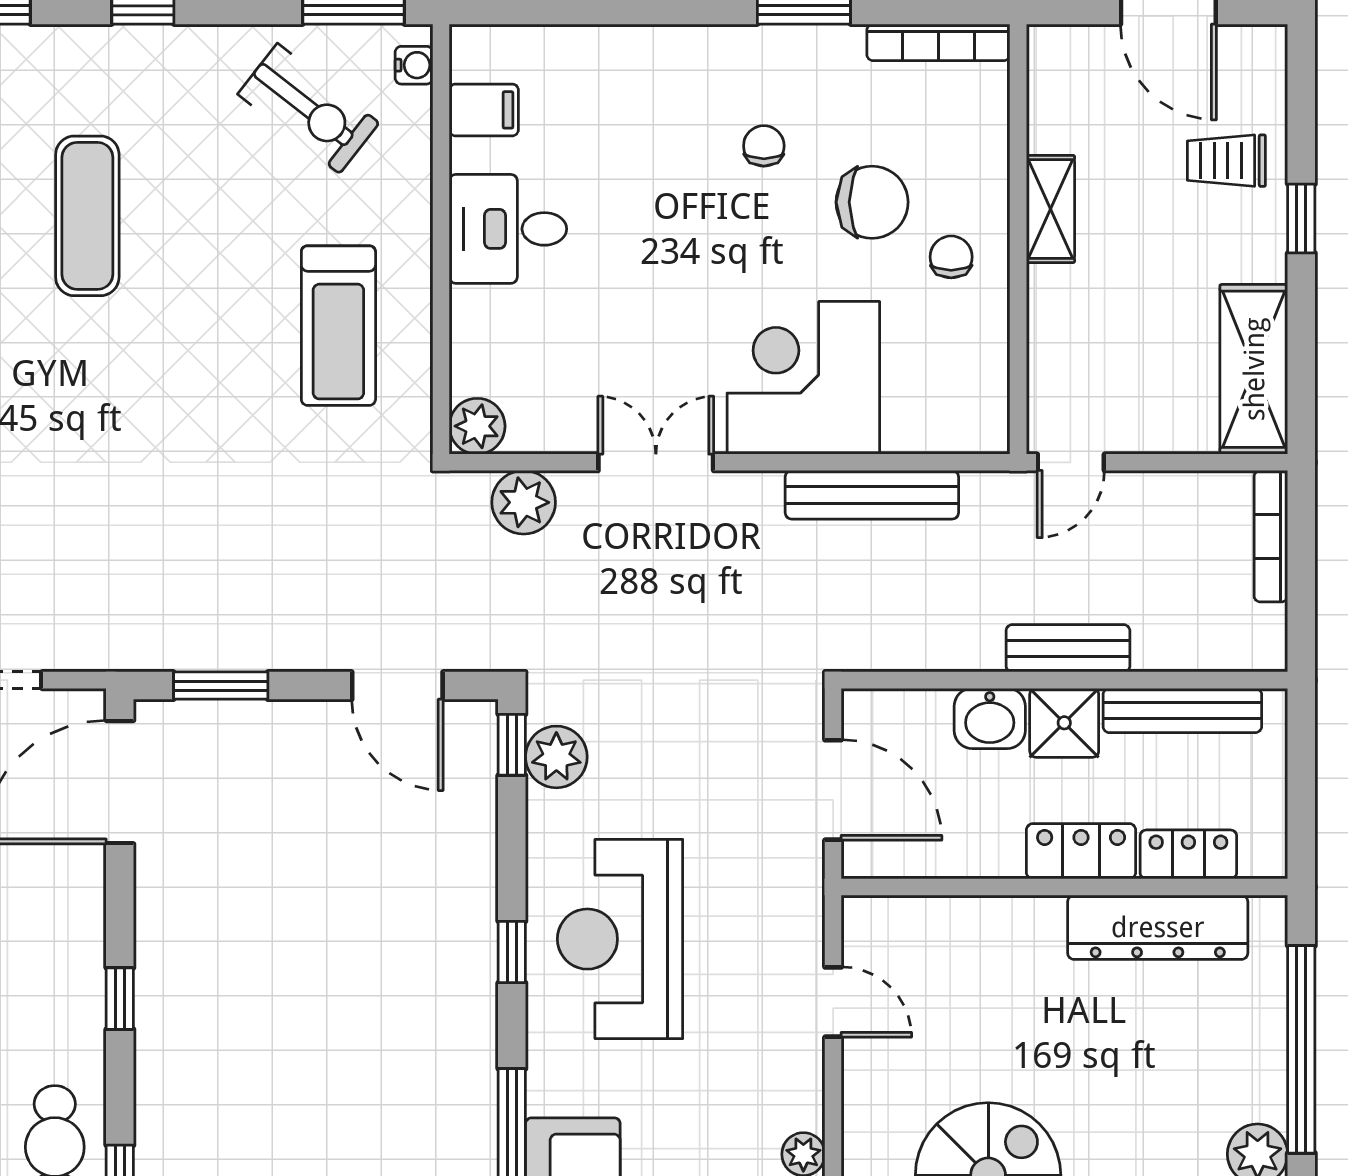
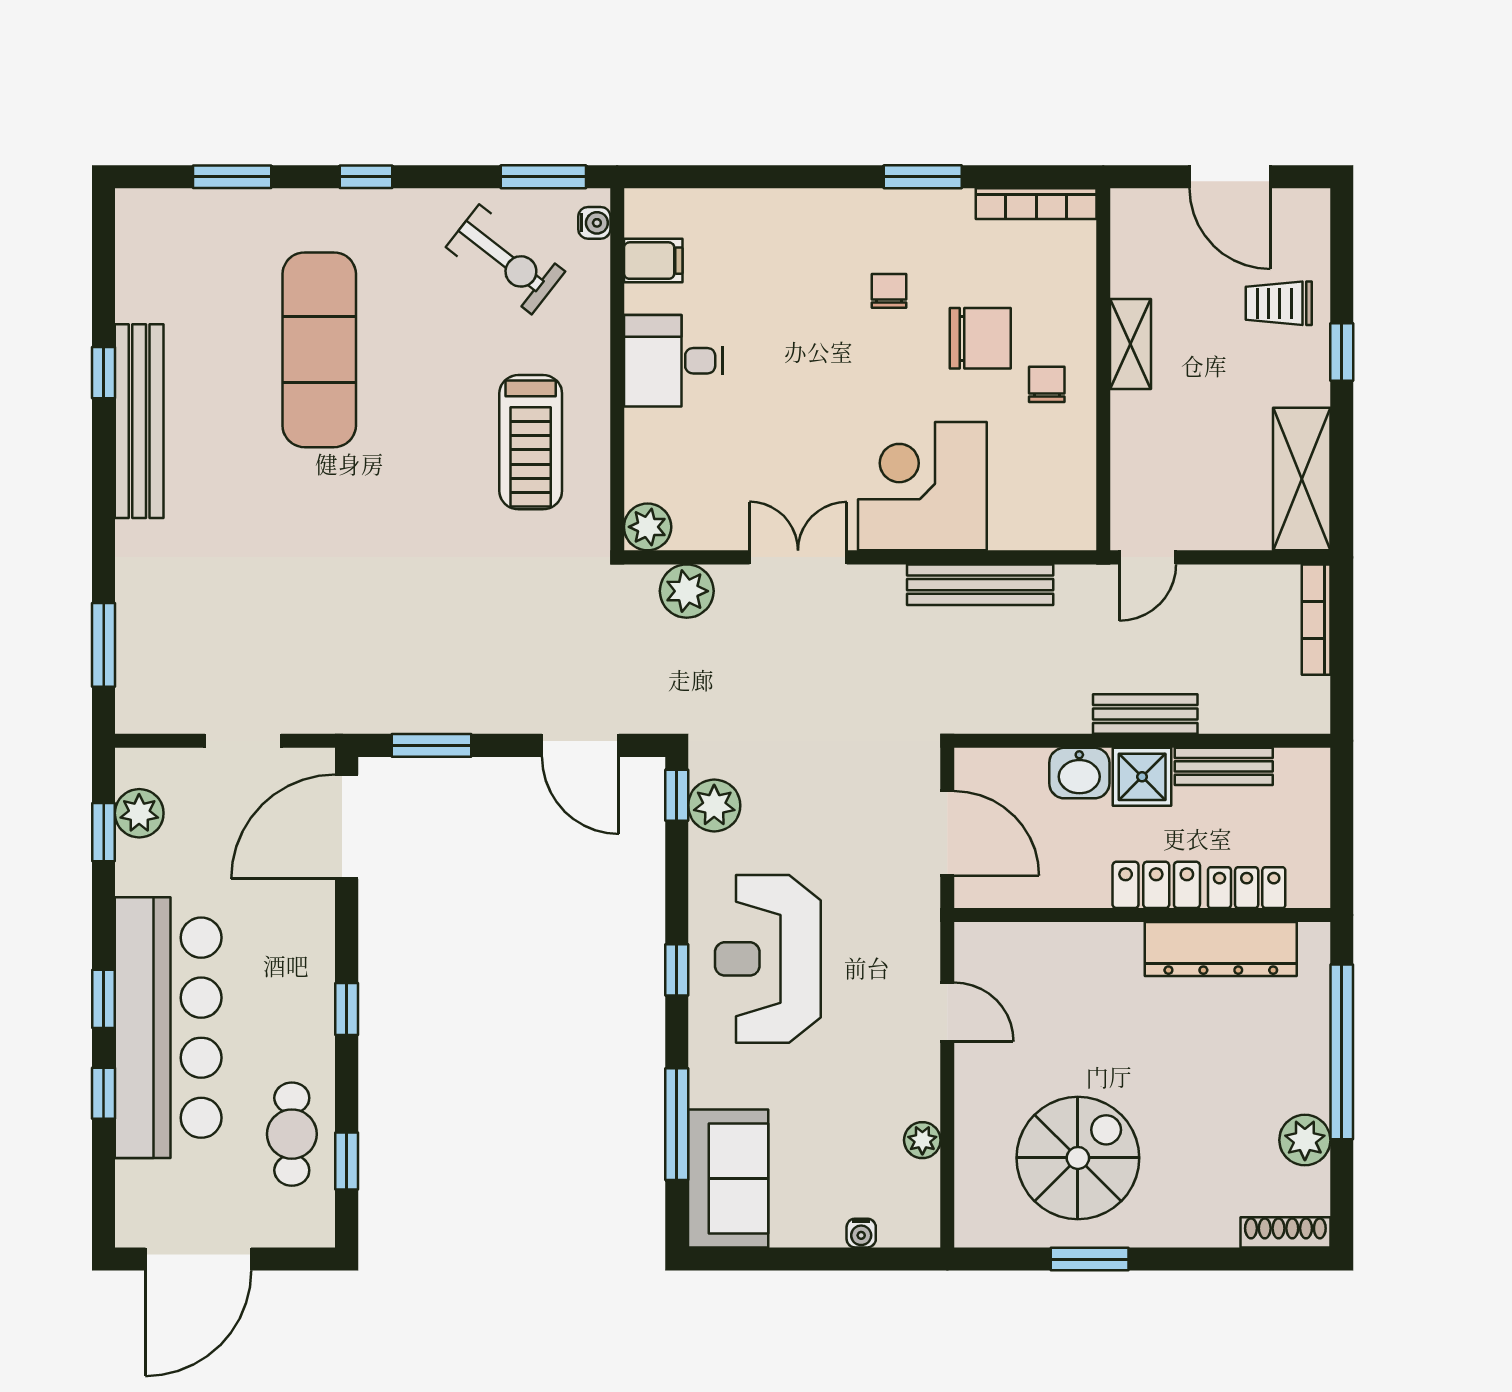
exercise mat: (87, 216) -> (319, 350), width x1.36, depth x1.45
bench: (1182, 710) -> (1224, 766), width x0.73

